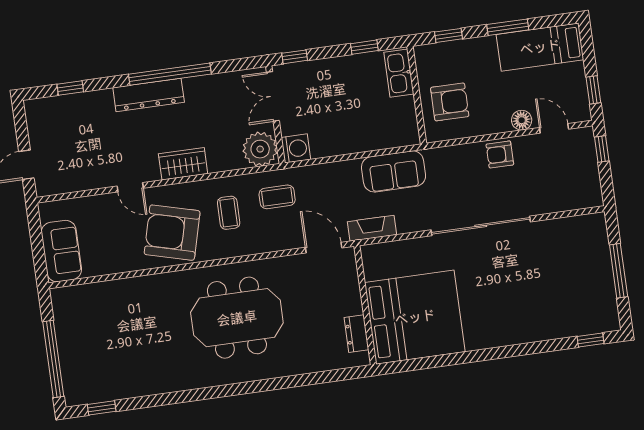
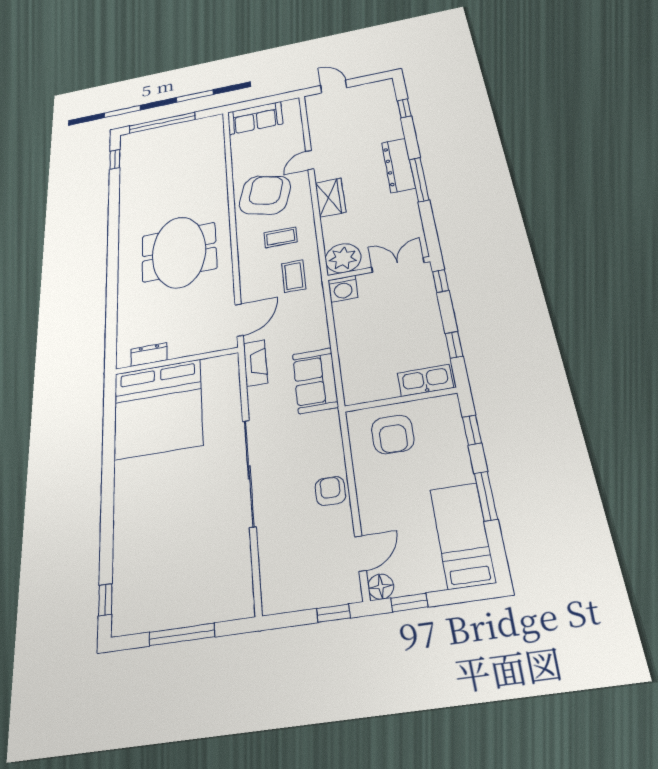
window: (170, 74) -> (419, 180), width x0.68
floor lamp: (522, 120) -> (381, 587), moved

